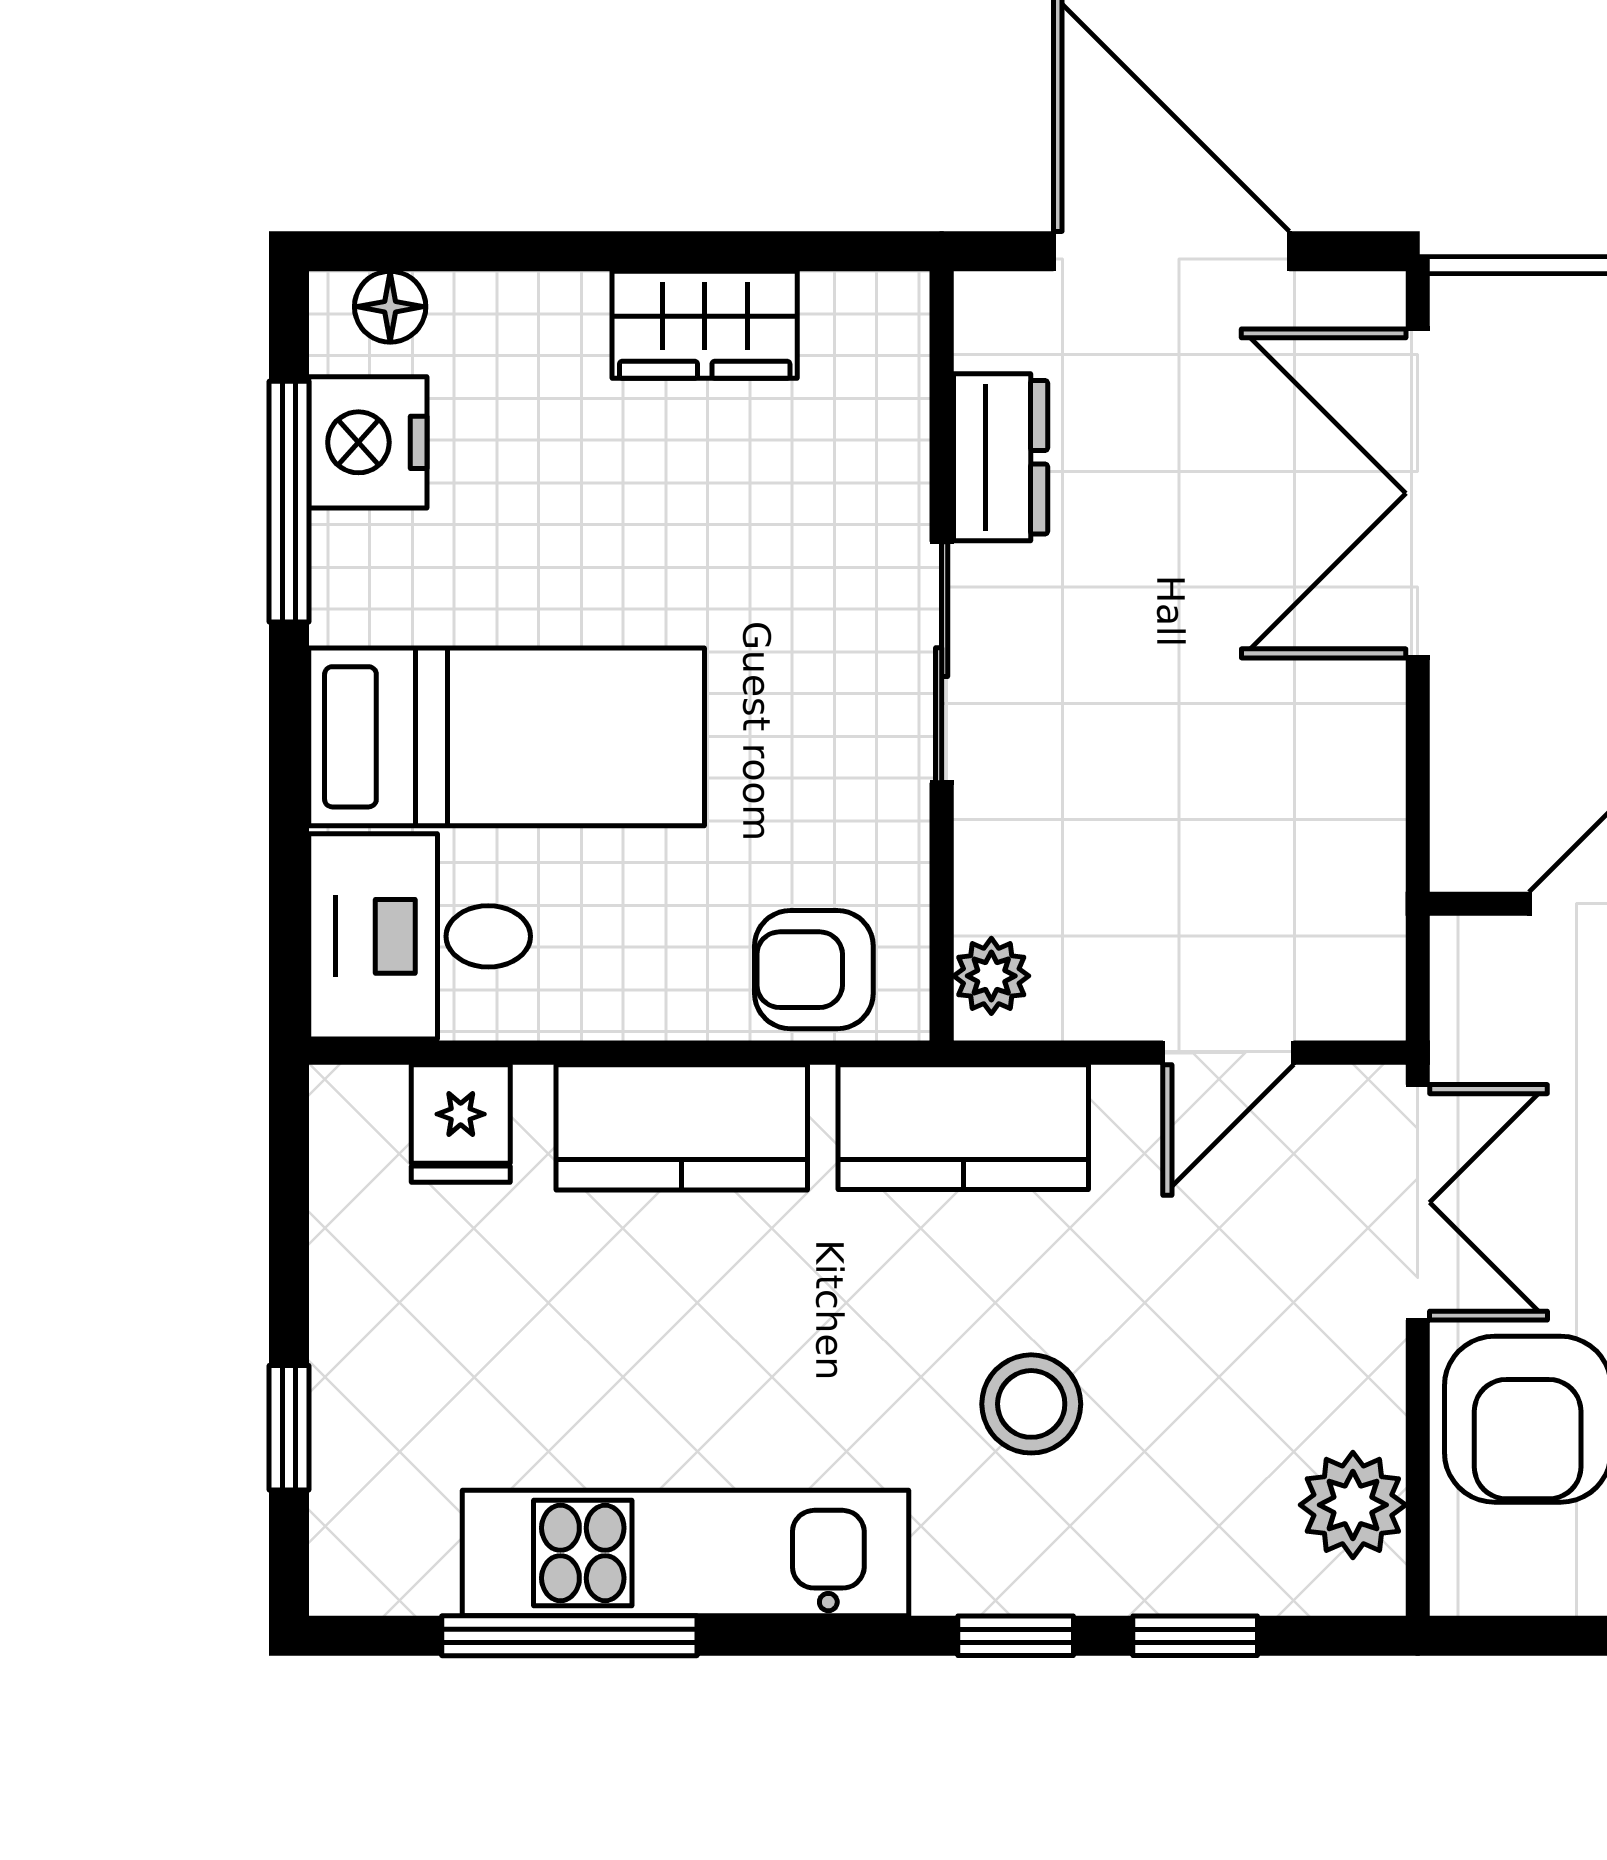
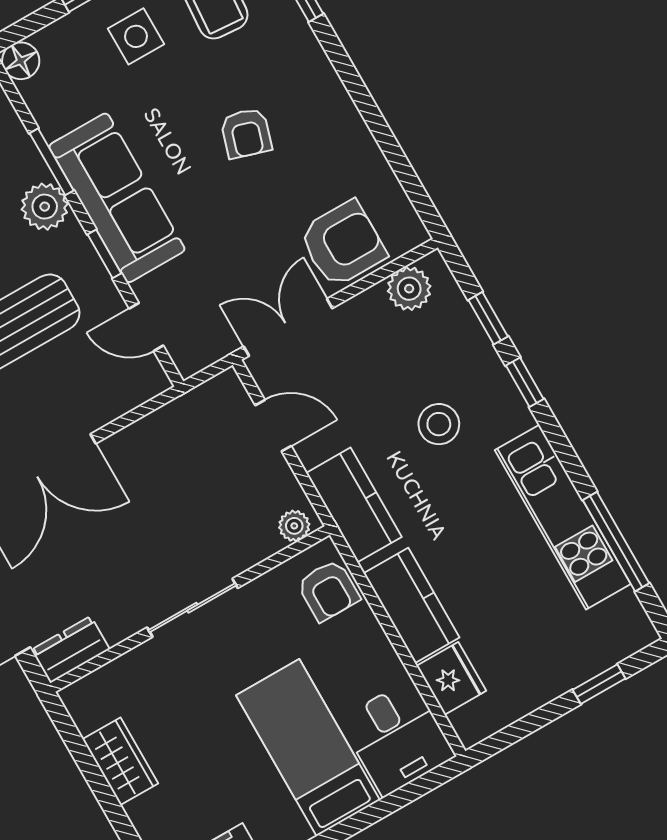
dresser: (1001, 457) -> (71, 650), moved
fridge: (461, 1123) -> (451, 678), width x1.38

